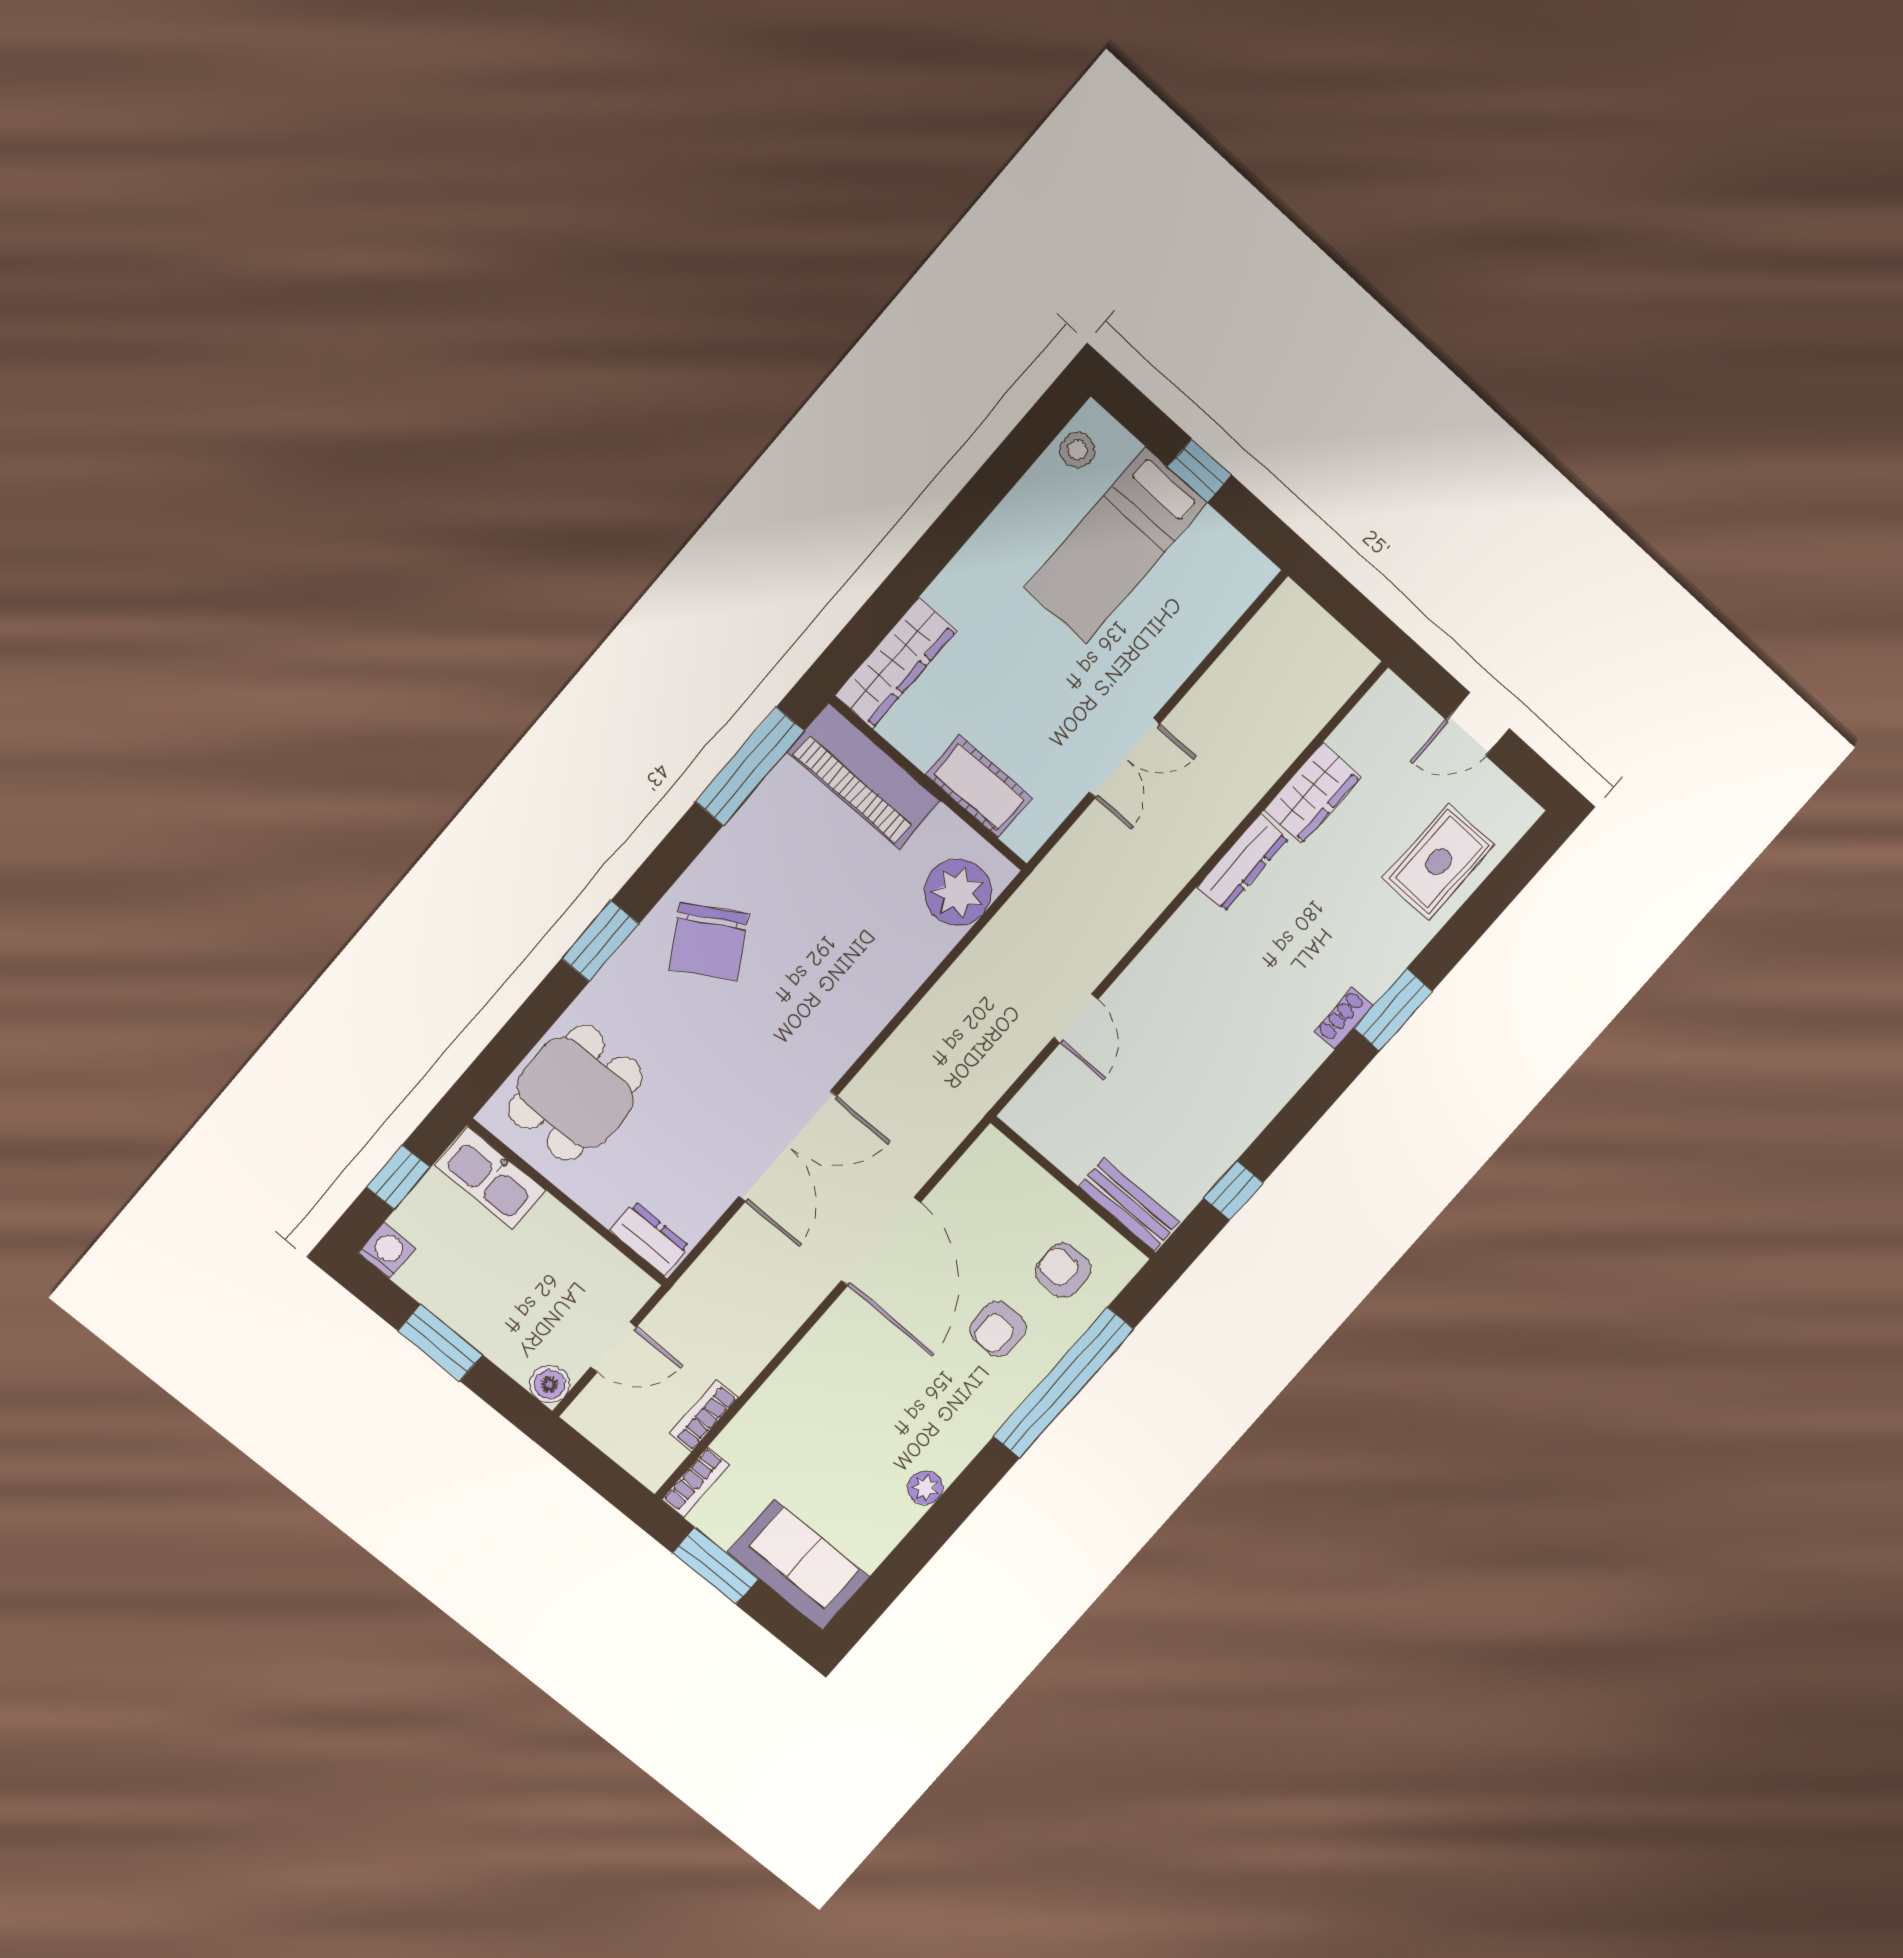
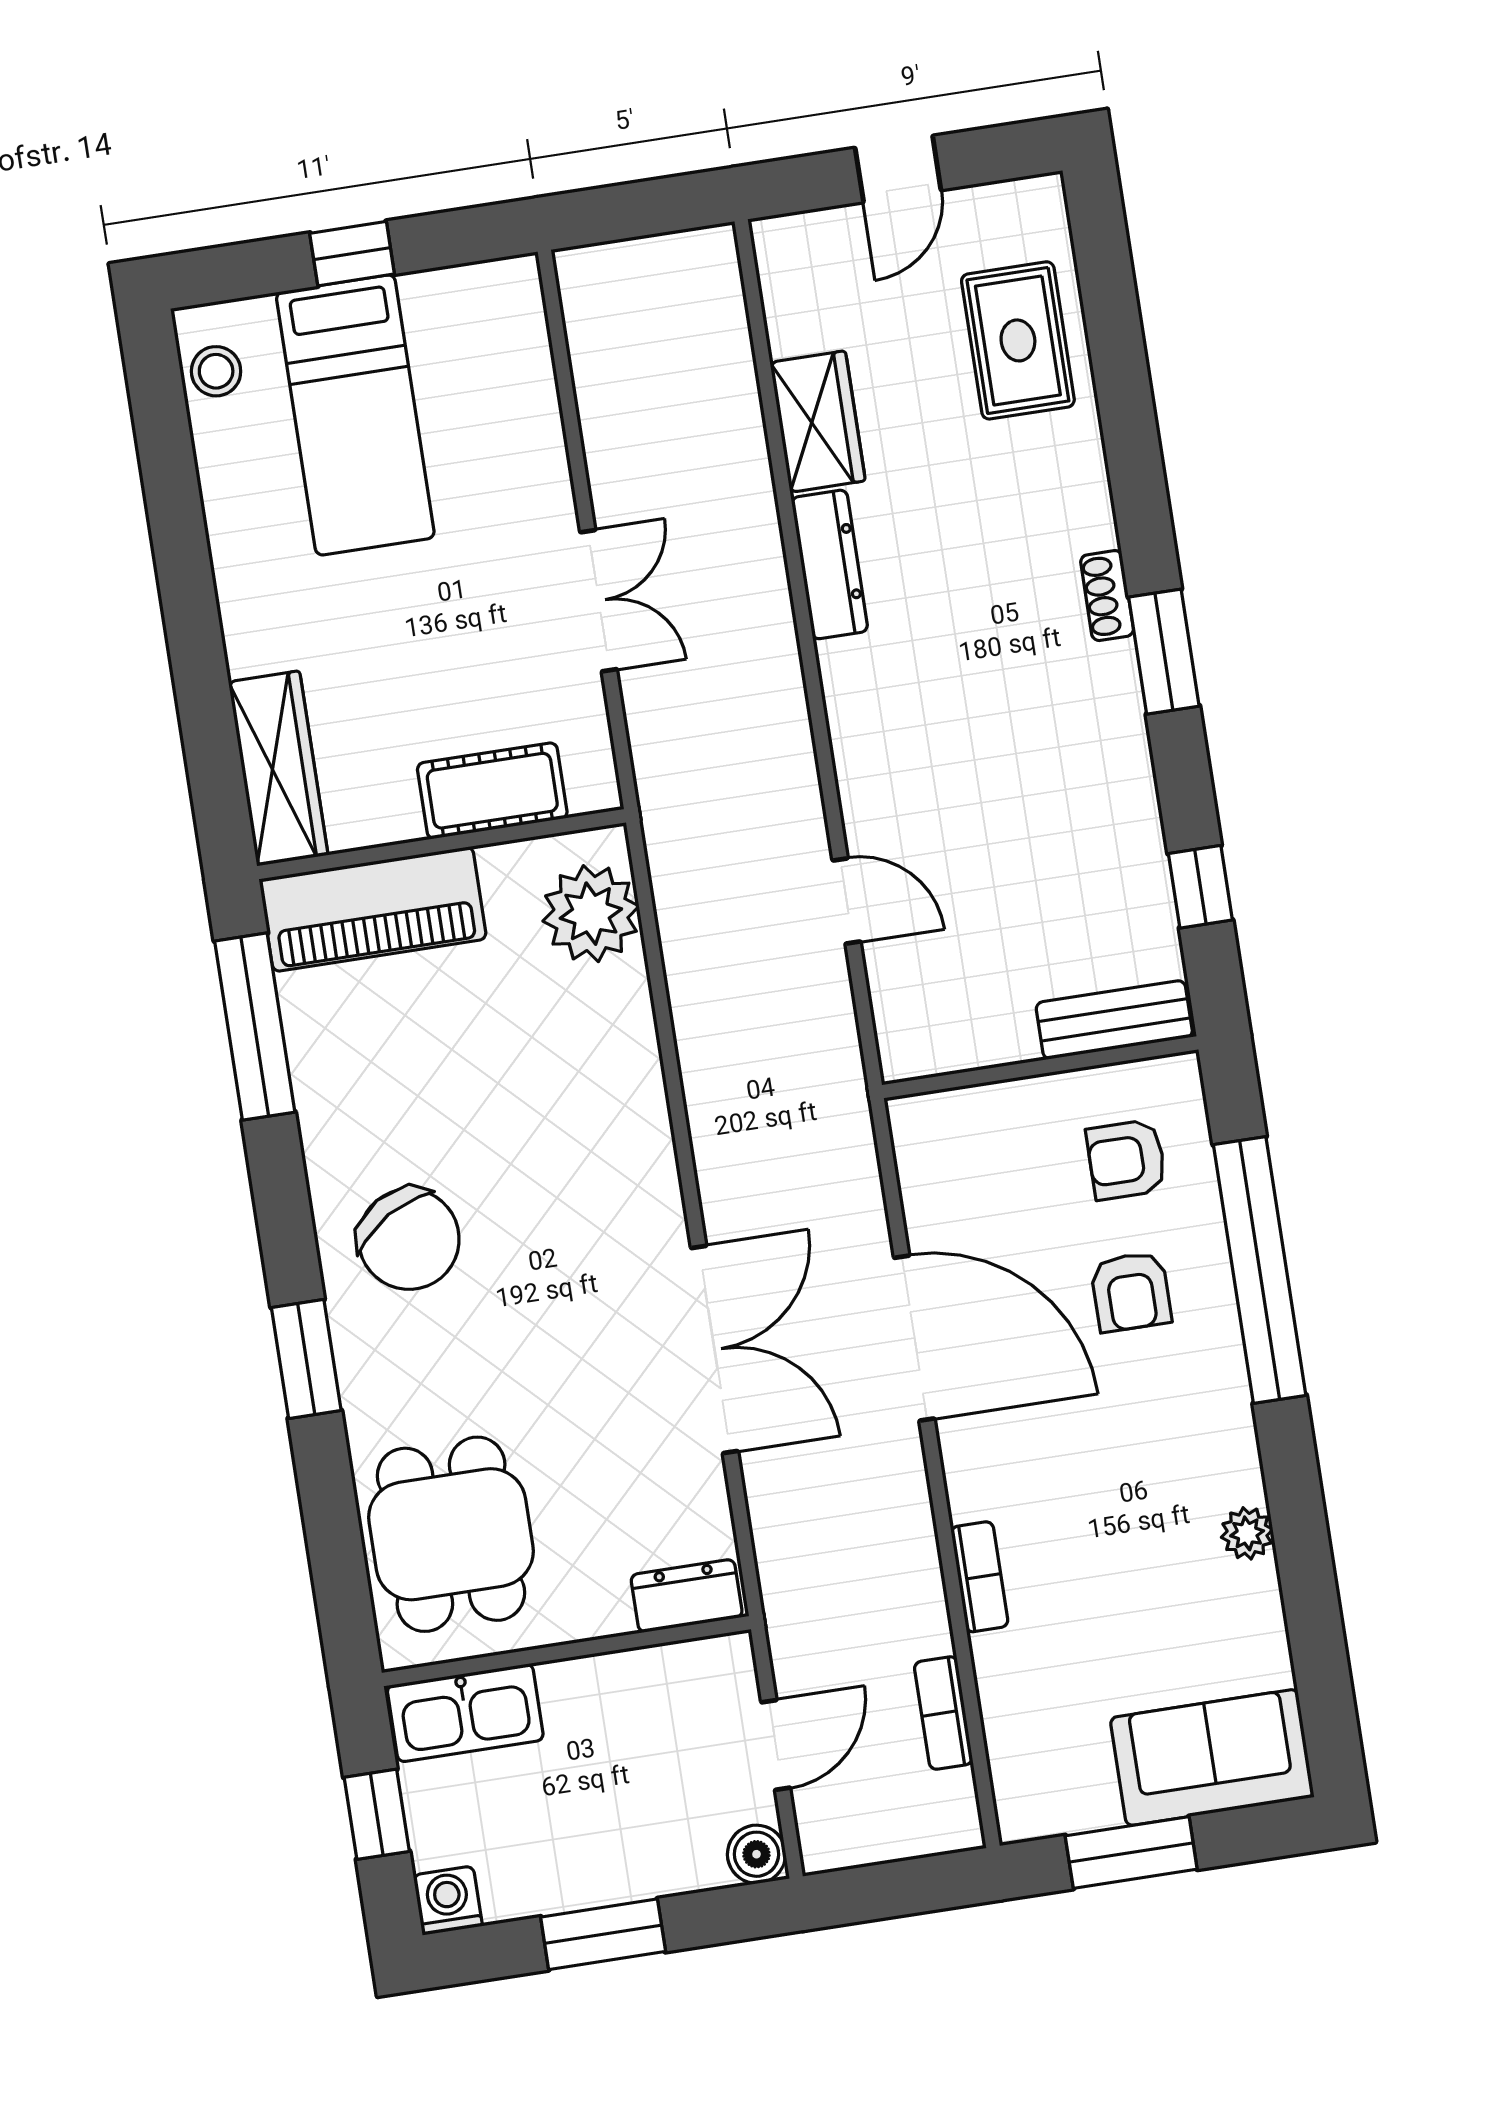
window: (1393, 1010) -> (1164, 652), moved
bookcase: (696, 1482) -> (979, 1577), moved

